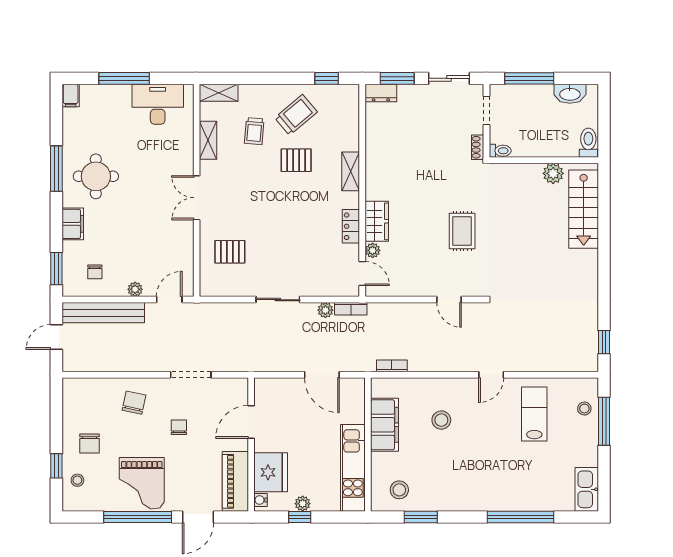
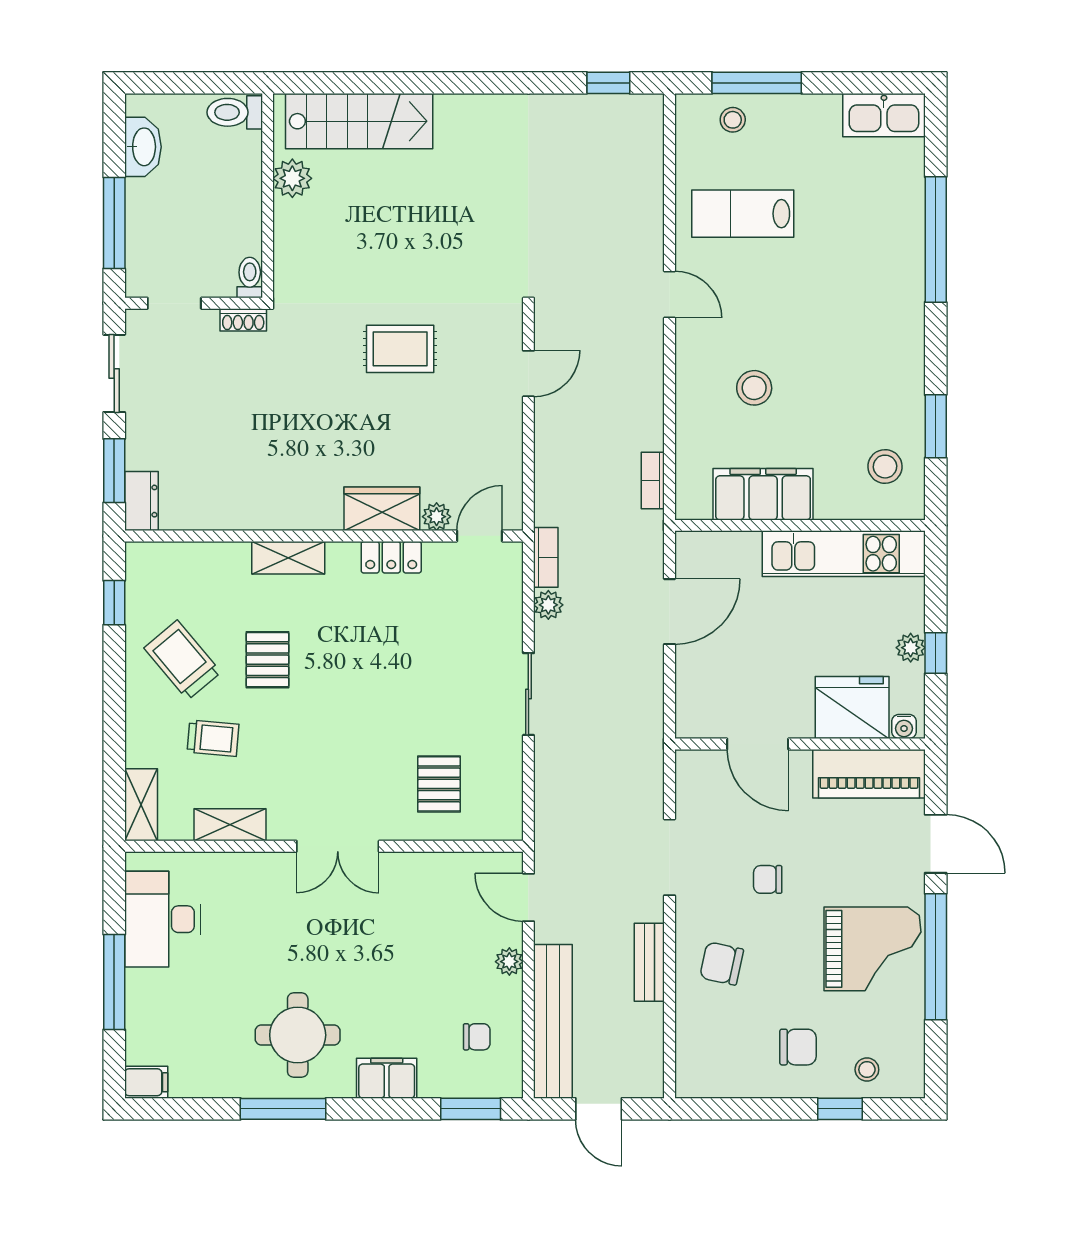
bench: (135, 364) -> (649, 962), added

